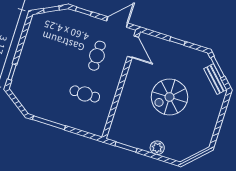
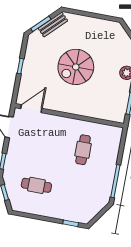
cafe table: (97, 56) -> (36, 185), moved
spiral stairs: (169, 97) -> (76, 67), turned 90

